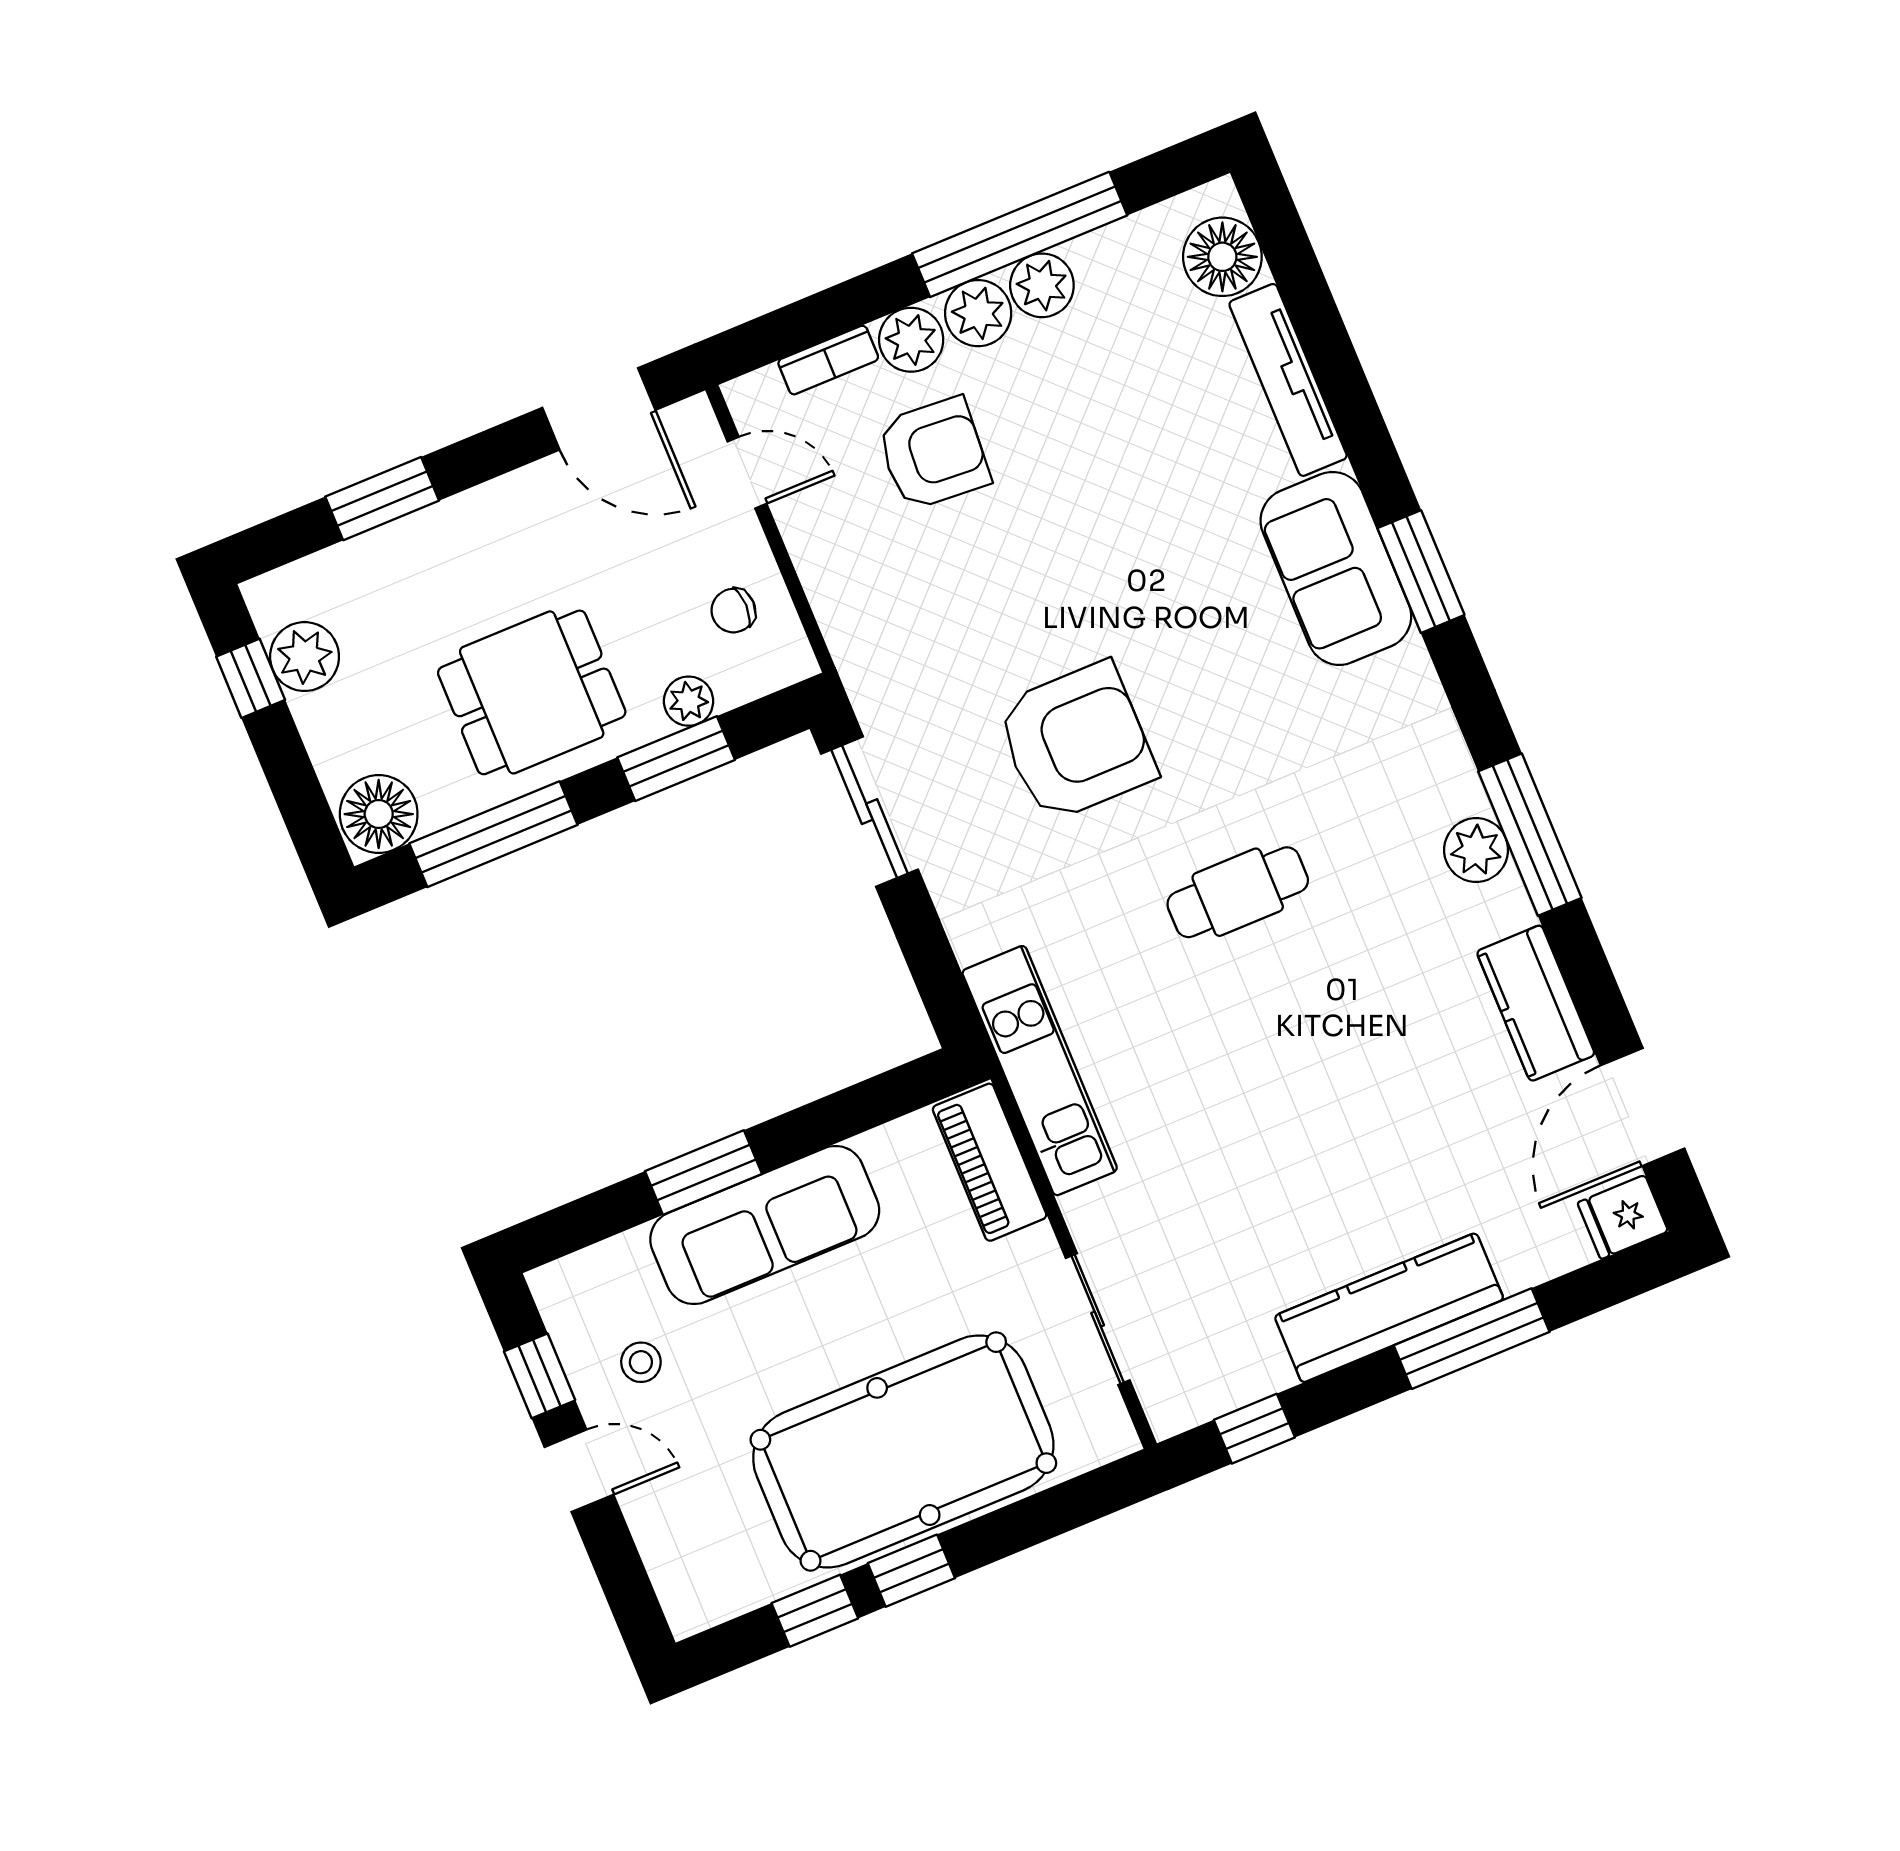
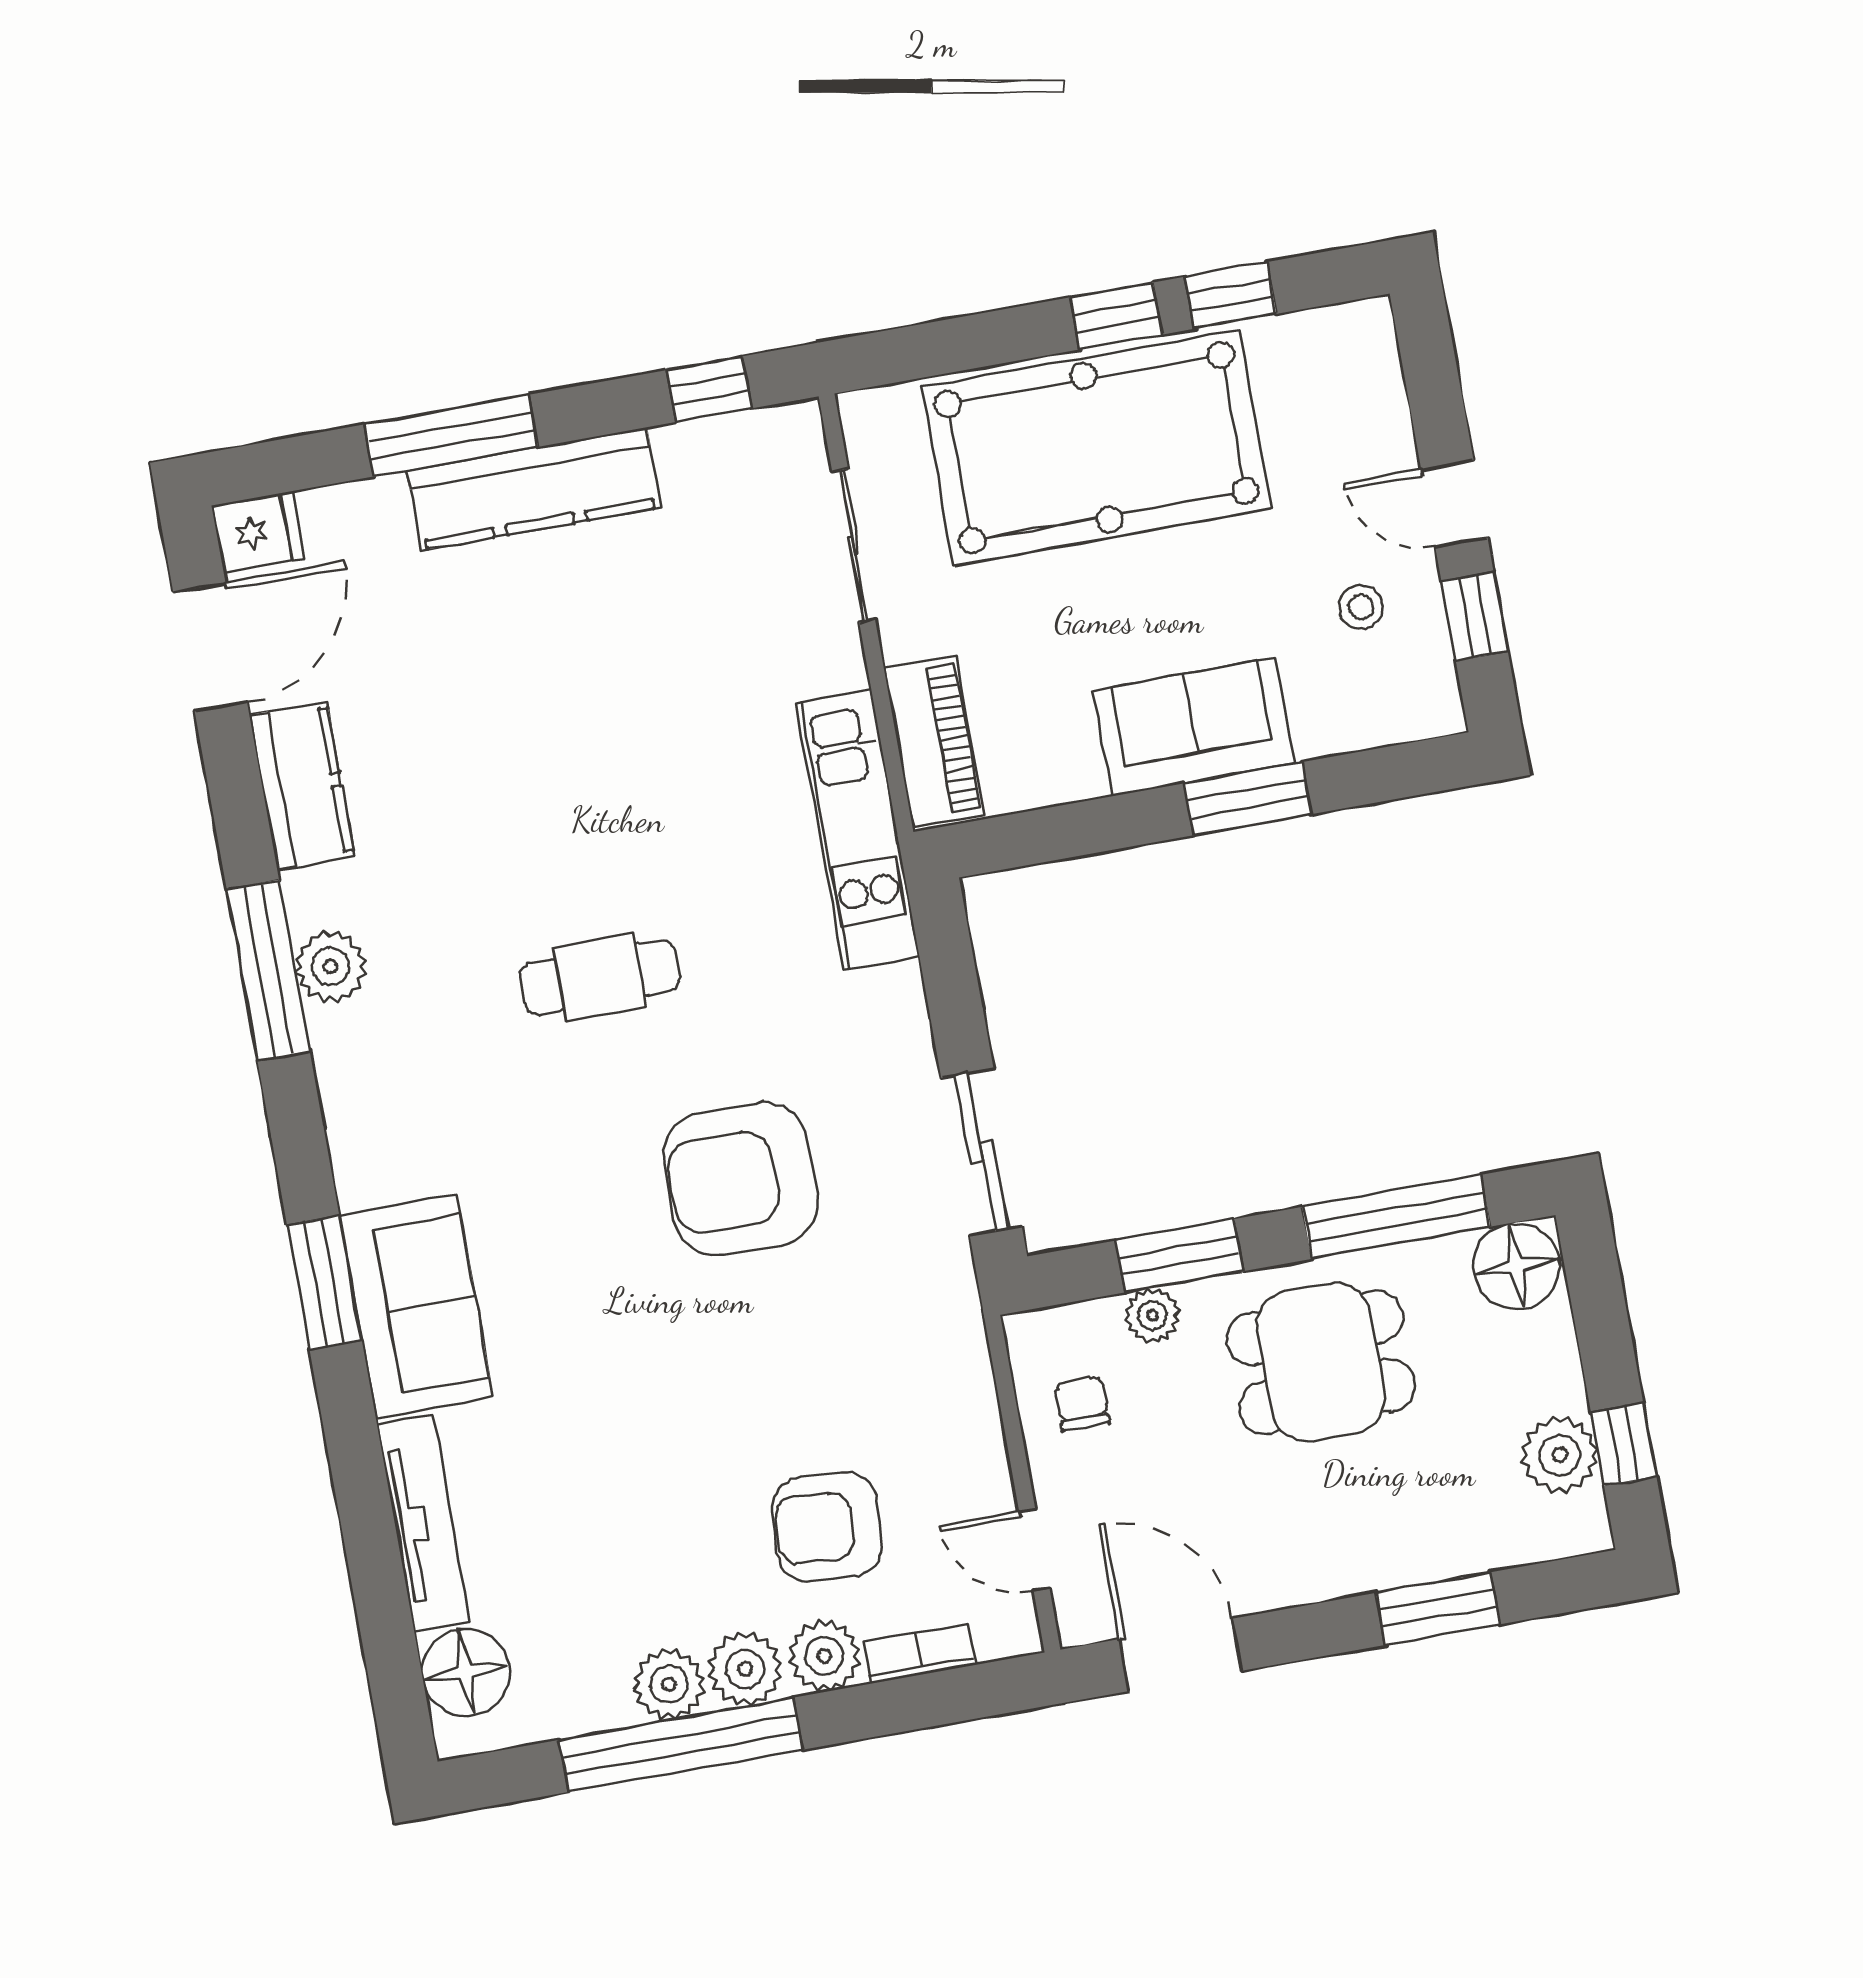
chair: (733, 611) -> (1082, 1403), turned -90
sofa: (765, 1225) -> (1194, 727), width x0.73

